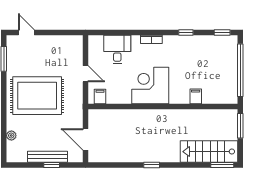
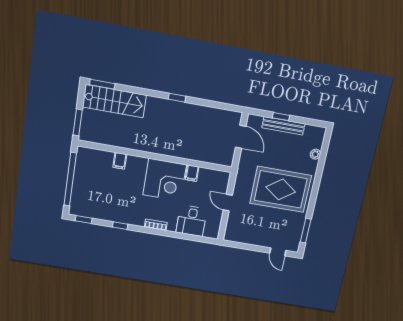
filing cabinet: (100, 96) -> (192, 173), moved

